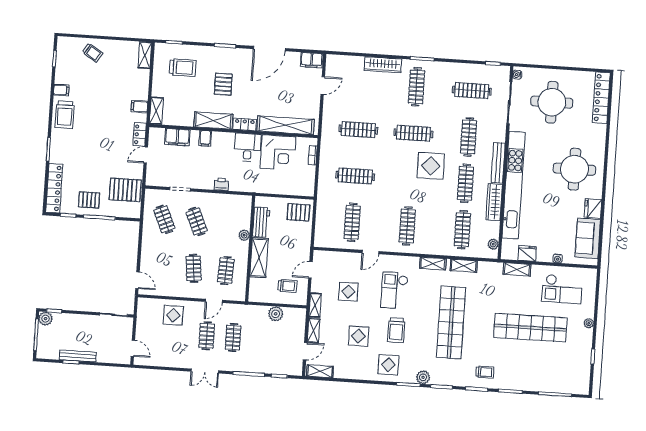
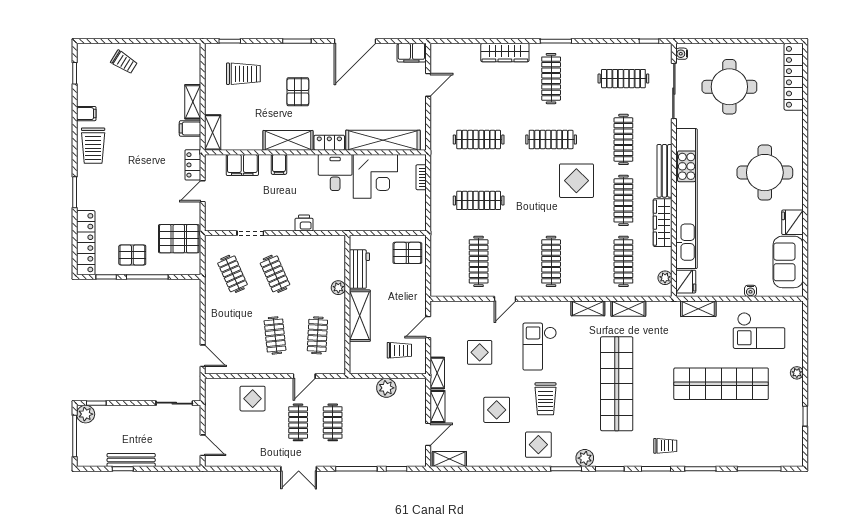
shelving: (145, 55) -> (193, 102), moved
fridge: (527, 253) -> (686, 282), moved, turned 90

